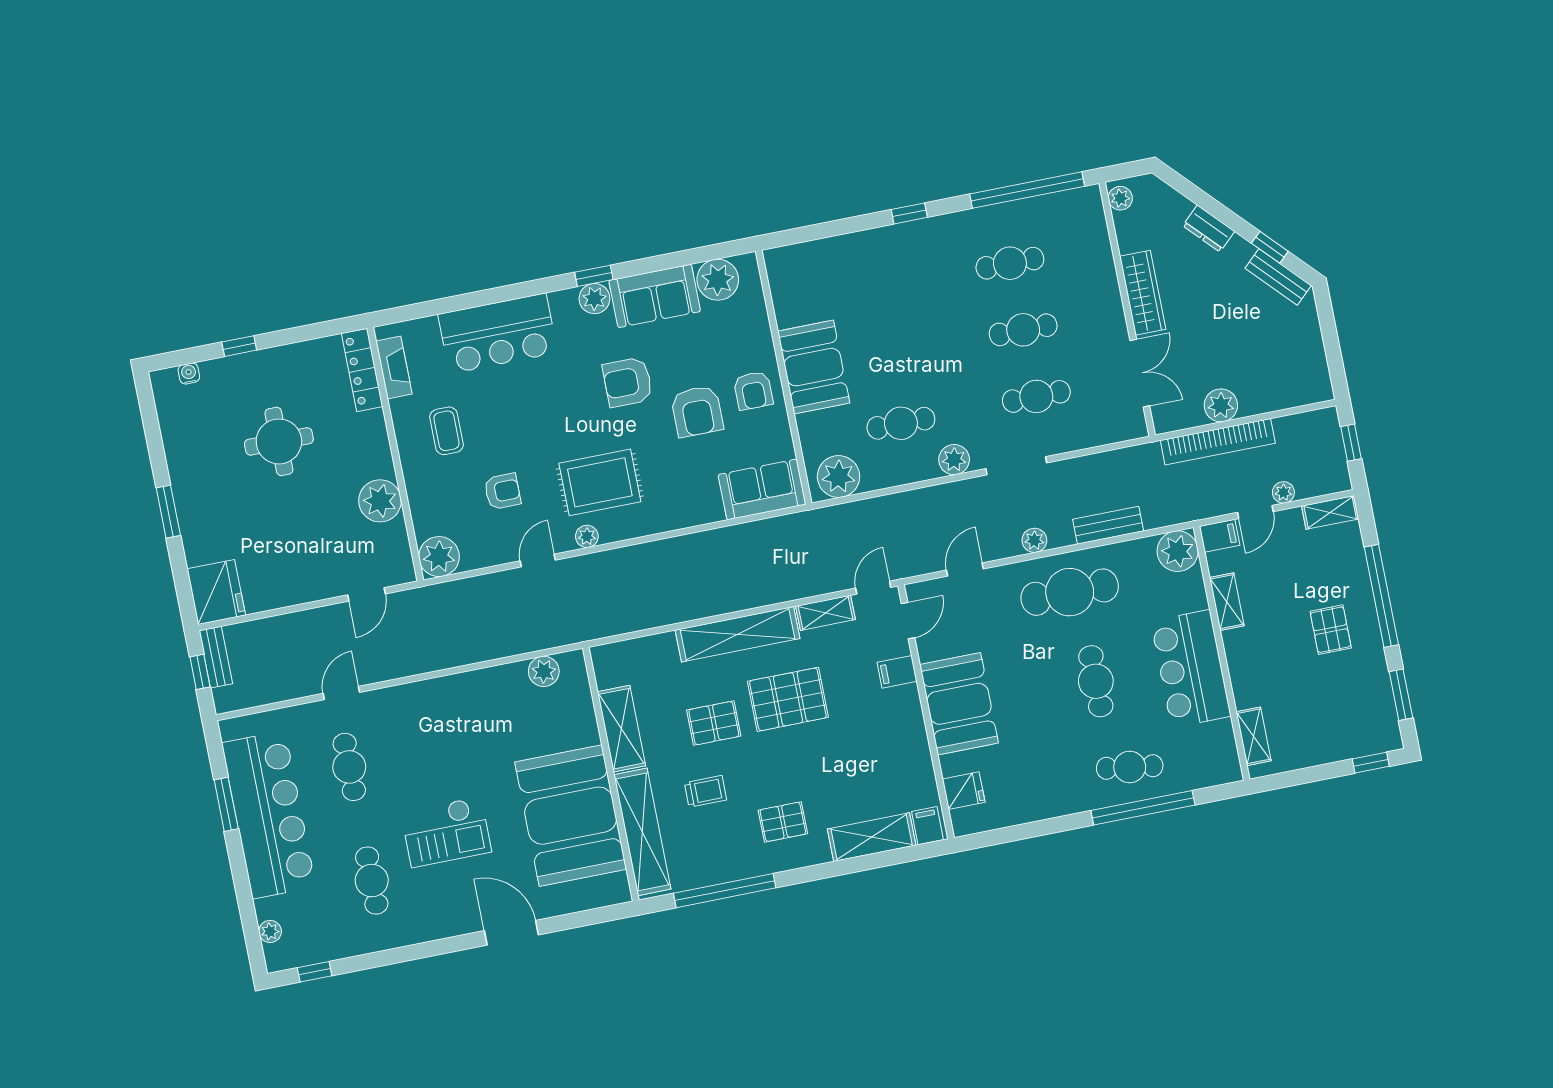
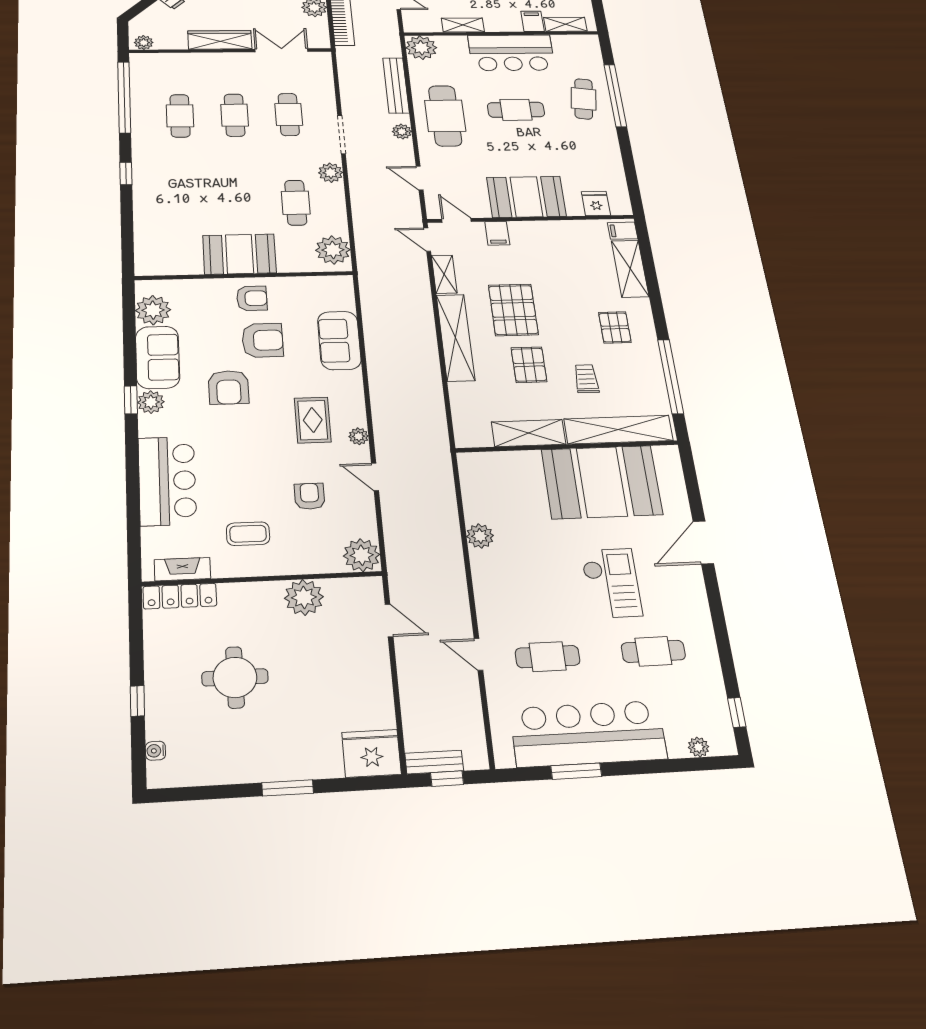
rug: (600, 482) -> (313, 420), width x0.73, depth x0.70
sofa: (762, 489) -> (339, 340), moved
bench: (1108, 525) -> (396, 85), width x1.36
filing cabinet: (1220, 536) -> (533, 21), moved
plant: (544, 671) -> (480, 536), moved

